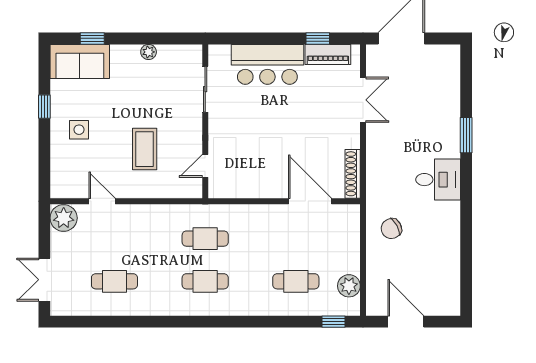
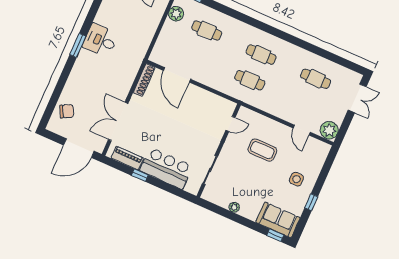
window: (92, 38) -> (275, 235), moved
window: (318, 38) -> (140, 175), moved
double door: (363, 100) -> (118, 122), width x1.37
window: (466, 135) -> (78, 45), moved
coffee table: (145, 149) -> (262, 150), turned 90
desk: (438, 180) -> (100, 40), moved
chair: (391, 229) -> (67, 111), moved

